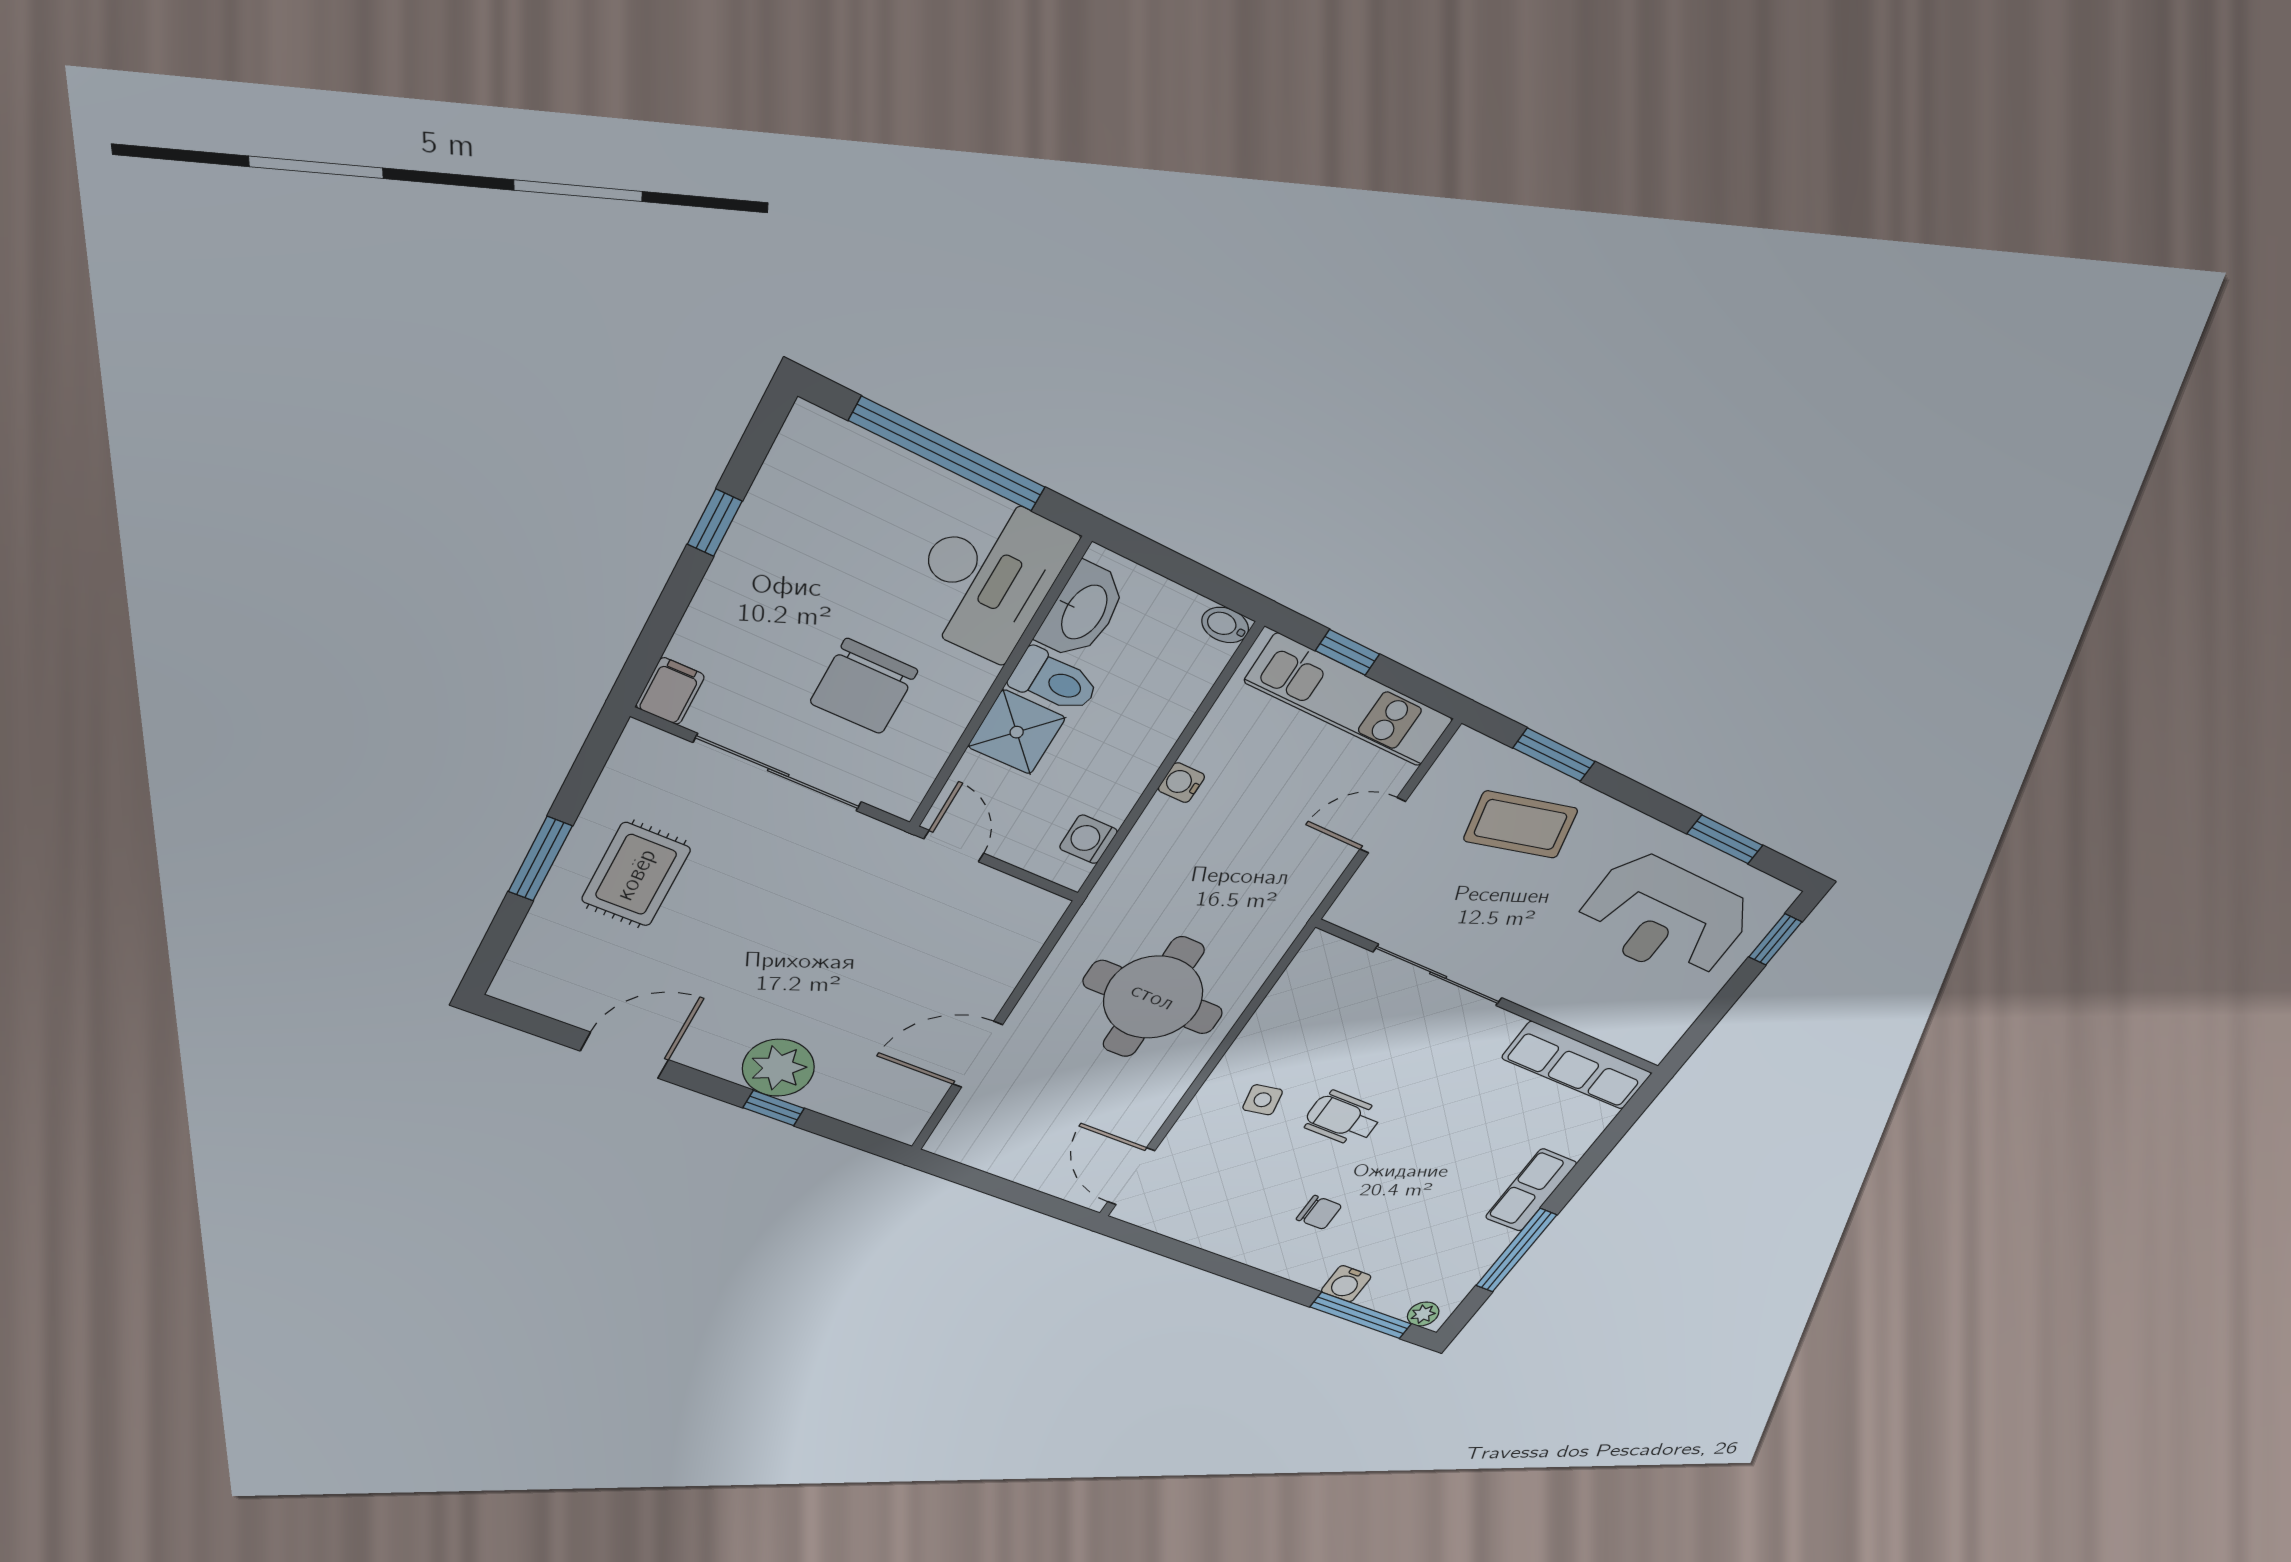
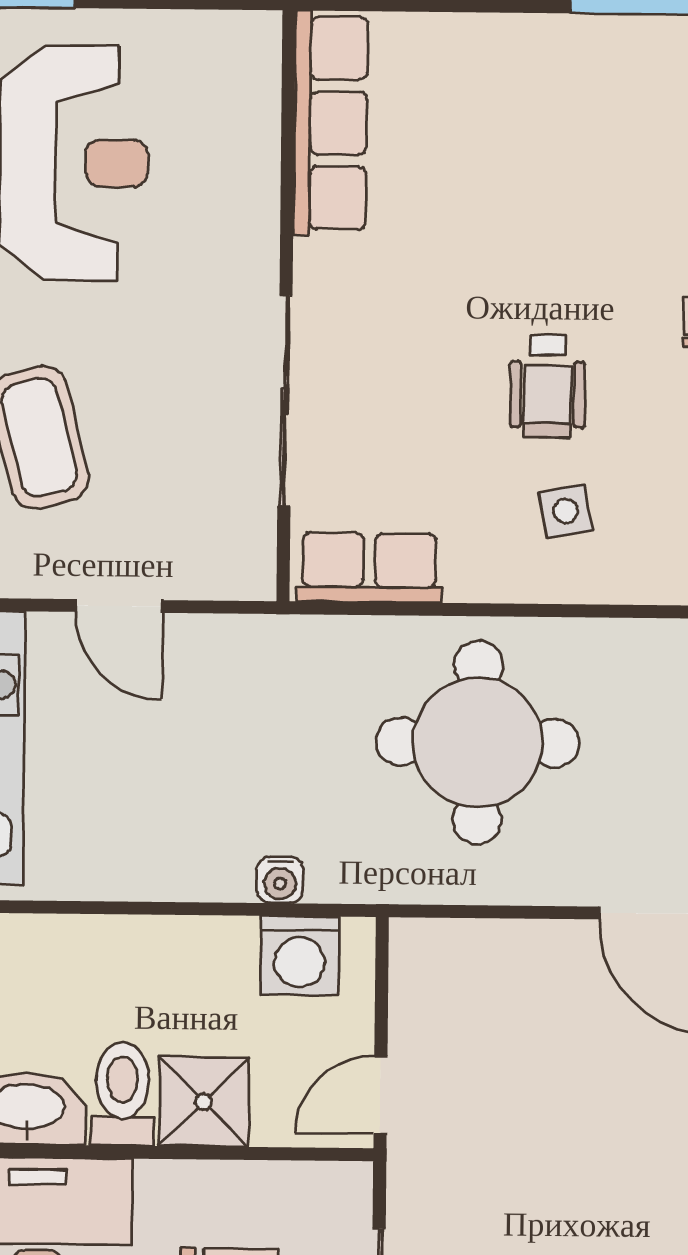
water cooler: (1181, 783) -> (280, 880), moved
washing machine: (1088, 839) -> (300, 956), width x1.38, depth x1.38
row of seats: (1531, 1190) -> (369, 568), moved, turned 180

